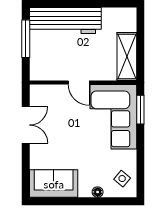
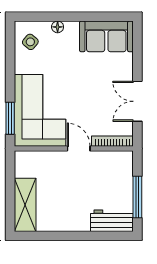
workbench: (65, 20) -> (112, 221), width x0.53, depth x0.76
shelving: (127, 56) -> (25, 205), moved
bookcase: (48, 89) -> (112, 141), added

